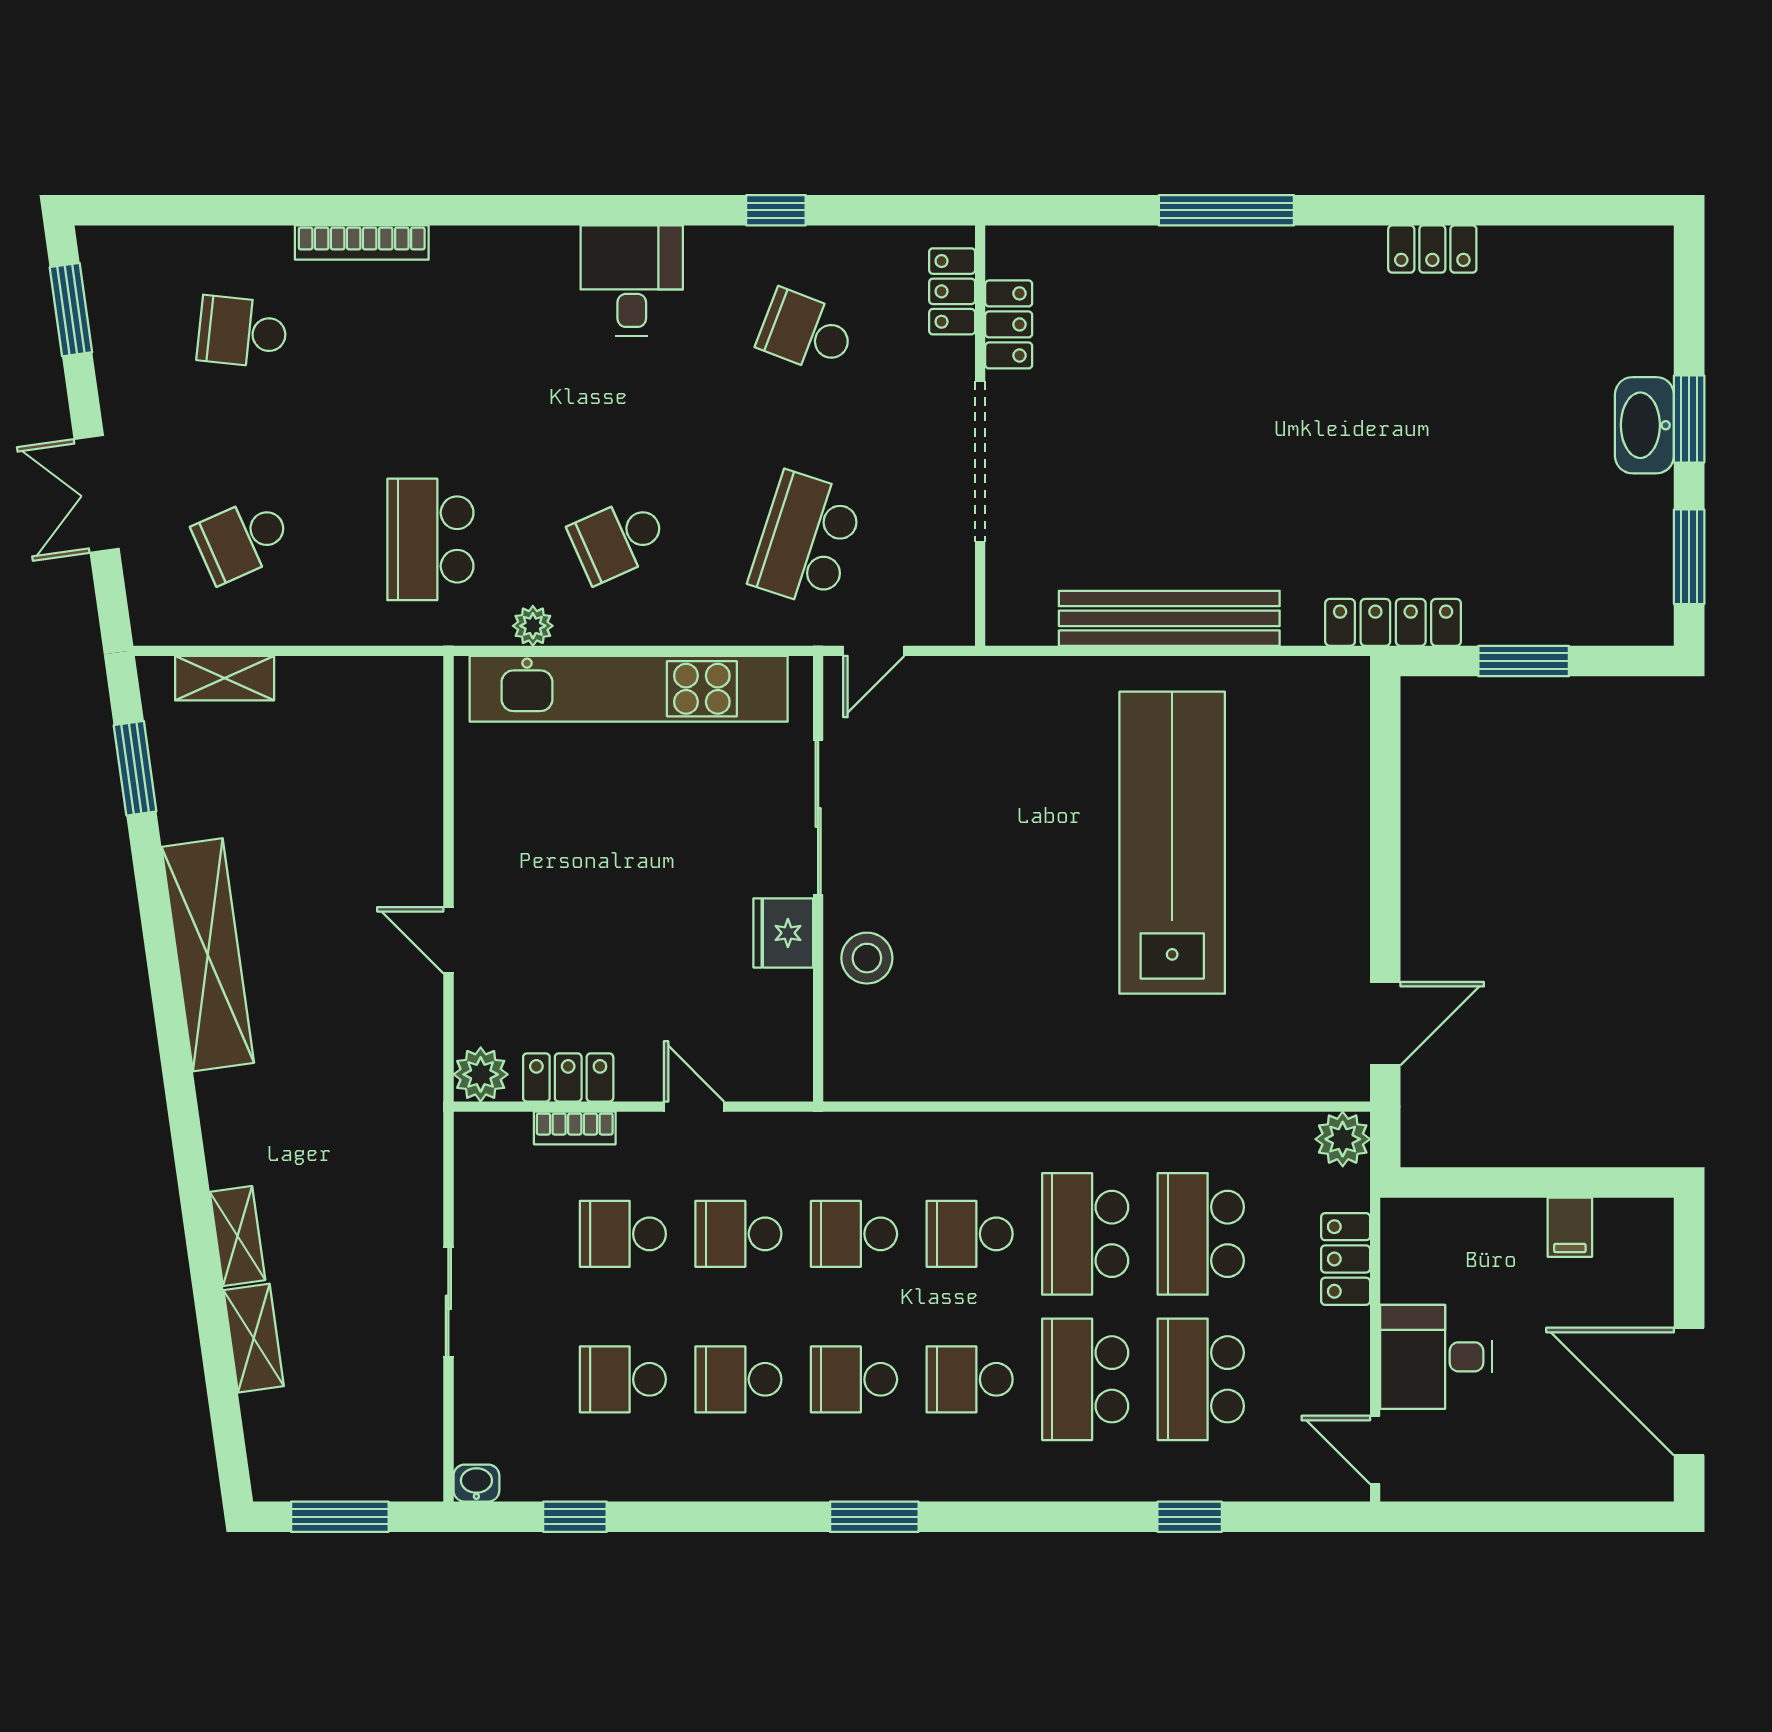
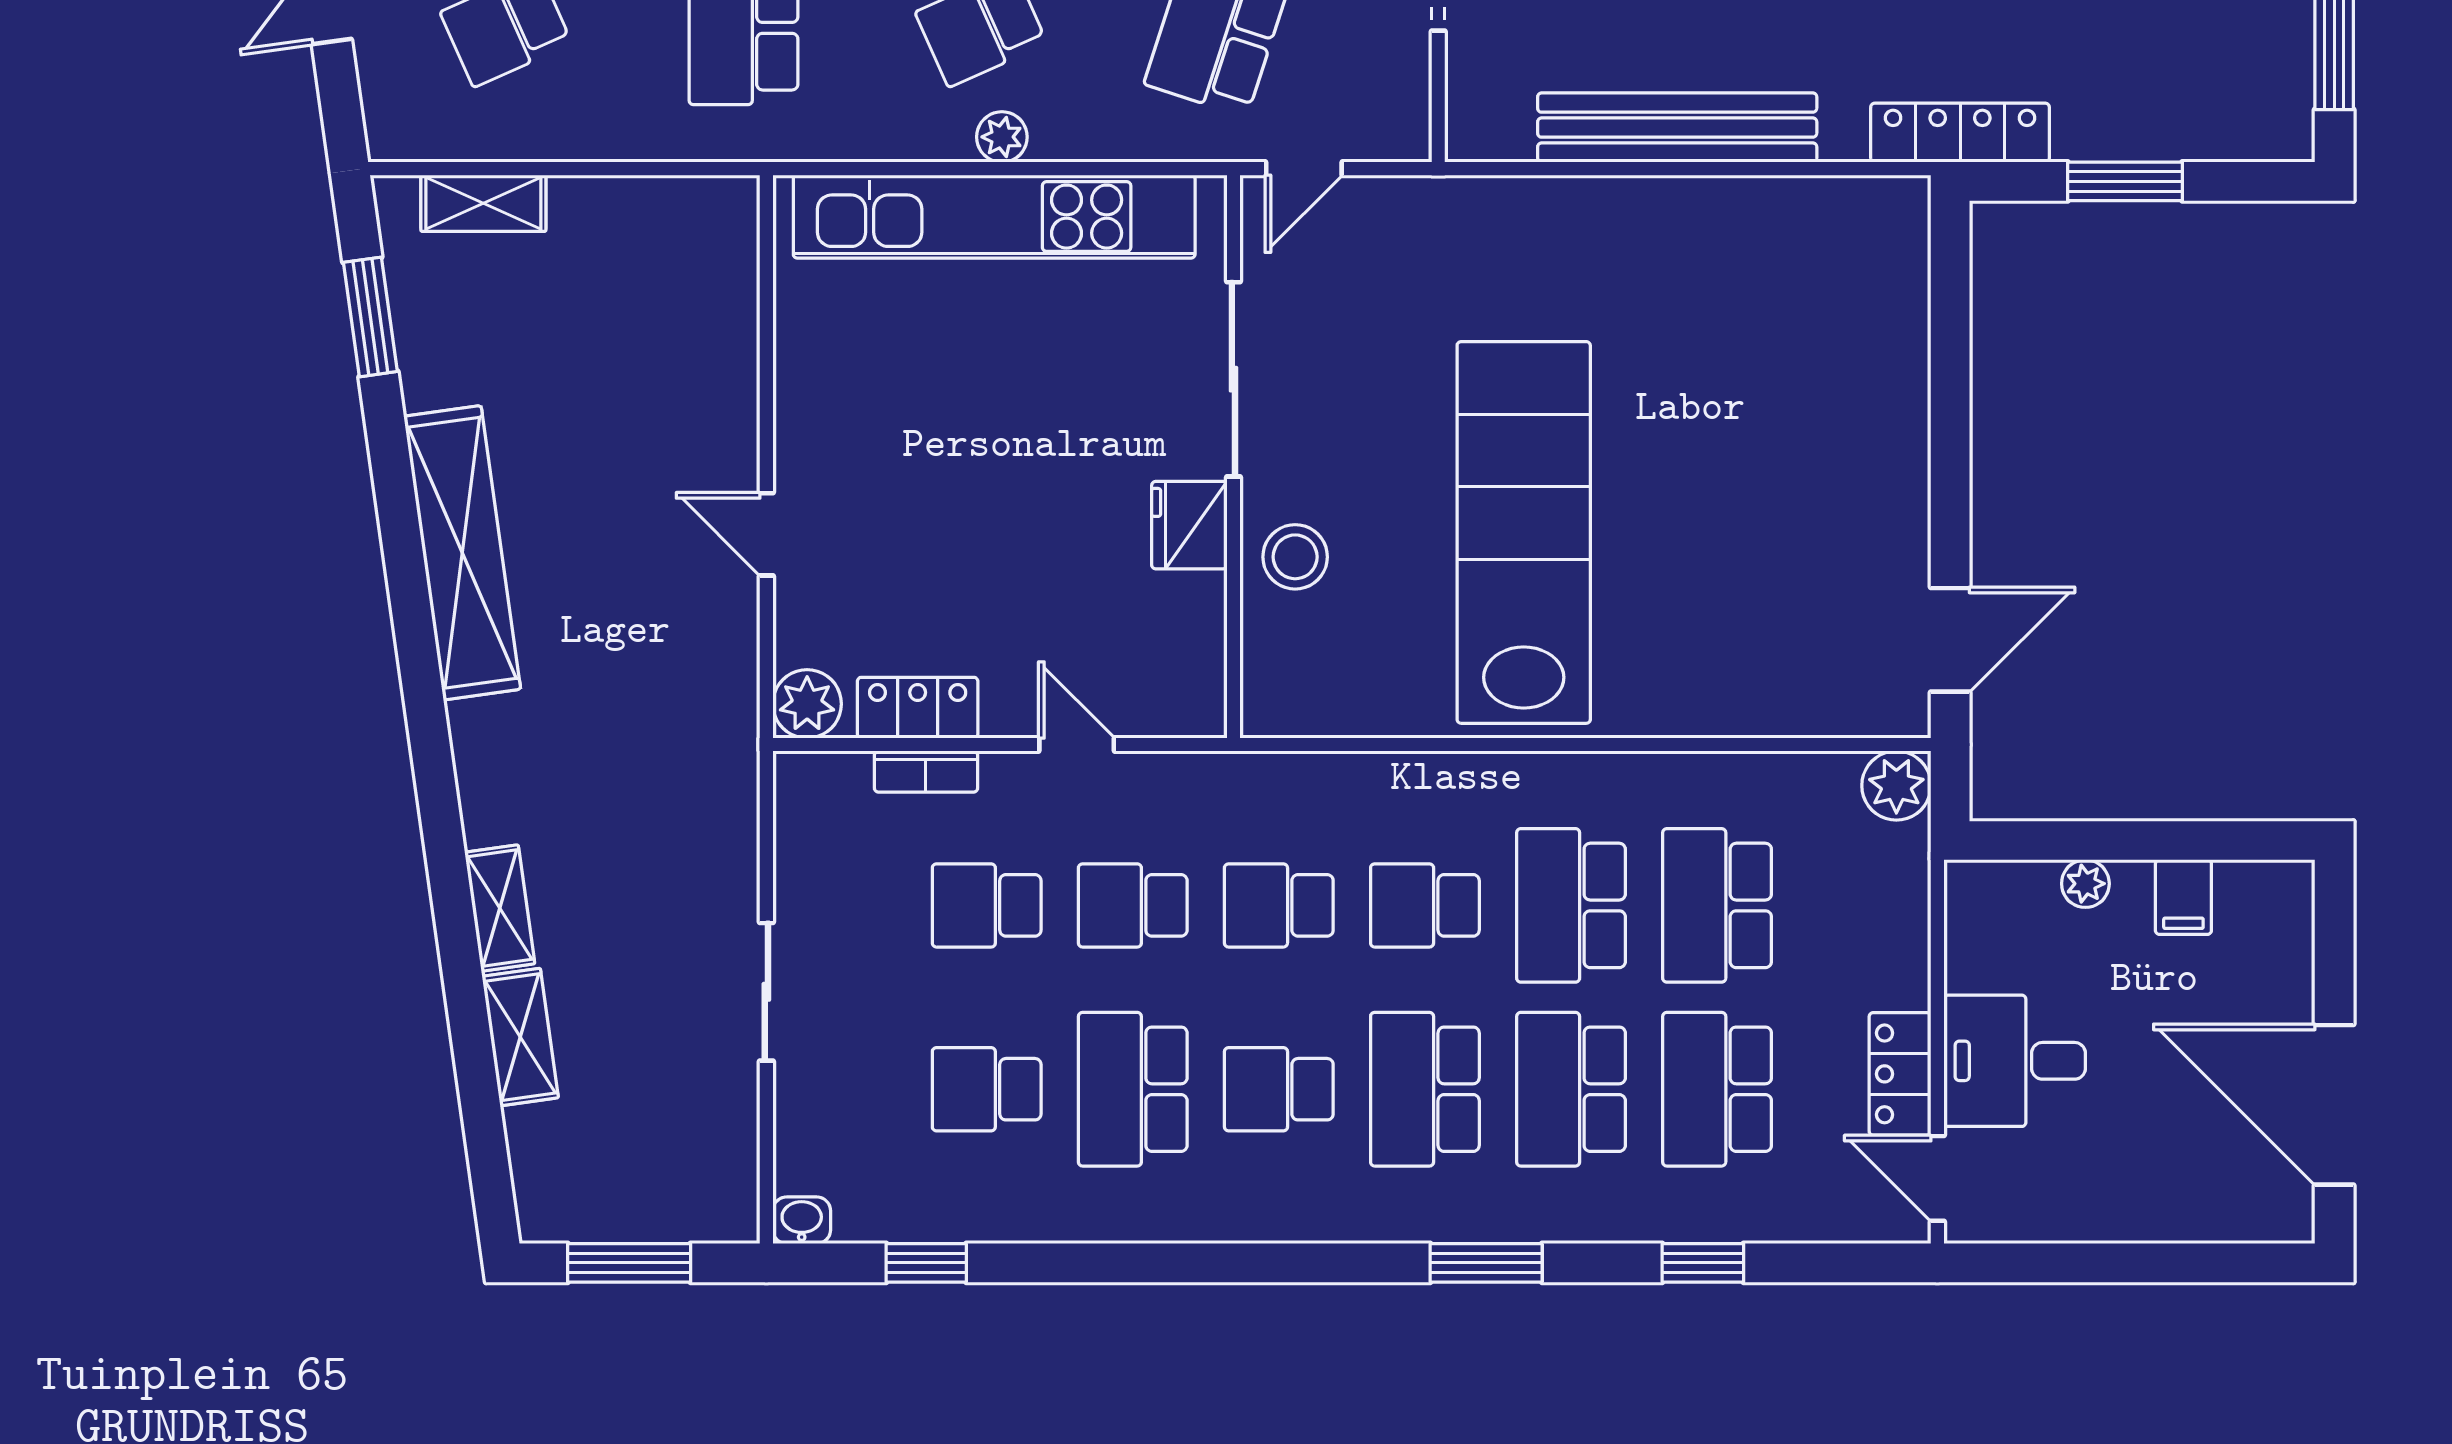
plant: (533, 626) -> (1002, 137), moved
lab bench: (1172, 843) -> (1524, 532), moved
plant: (1492, 1217) -> (2085, 884), added
locker: (1346, 1259) -> (1900, 1074), moved
school desk: (738, 1379) -> (1133, 1089), width x1.85
school desk: (970, 1379) -> (1425, 1089), width x1.85
window: (874, 1517) -> (1486, 1263), moved

